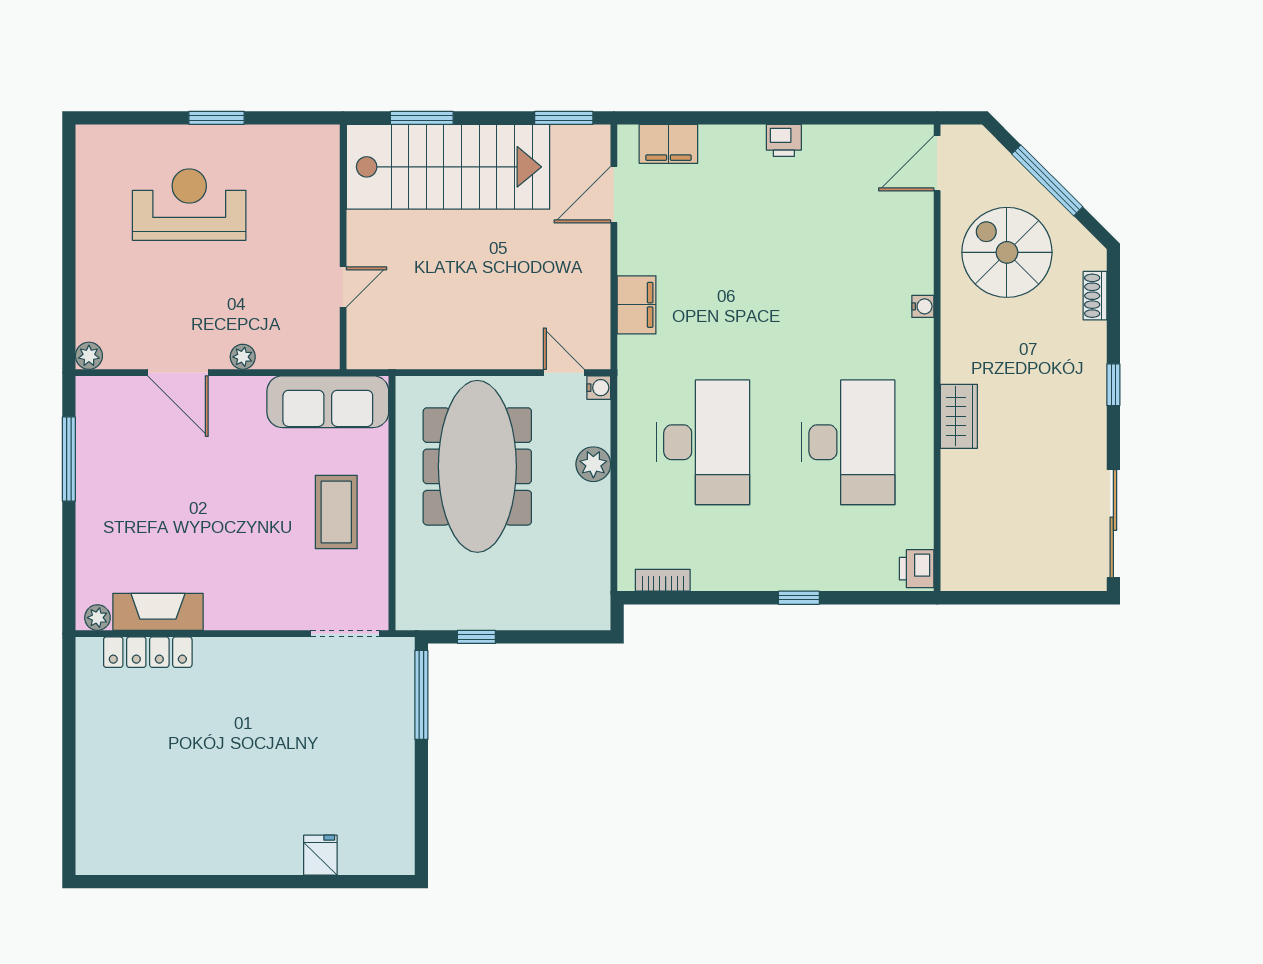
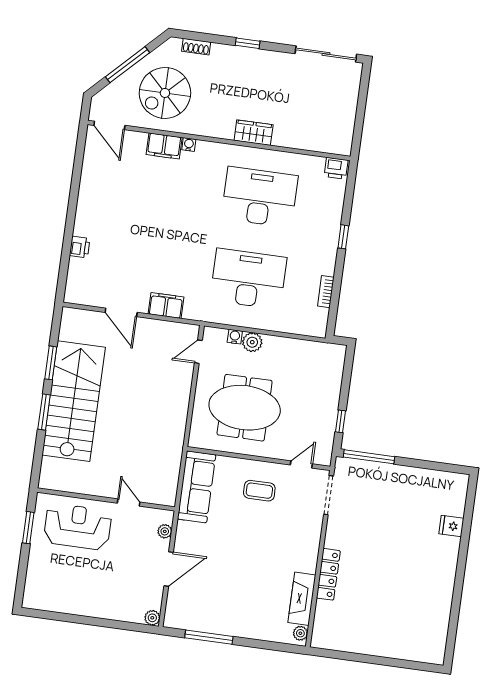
window: (564, 118) -> (51, 363), moved
printer: (784, 140) -> (80, 247), moved
filing cabinet: (668, 144) -> (164, 146), moved, turned 90
door: (614, 195) -> (121, 312), moved
reception desk: (189, 205) -> (78, 527), moved, turned 90
wall: (343, 247) -> (106, 499), moved
door: (343, 287) -> (129, 503), moved
water cooler: (599, 388) -> (235, 337), moved
meeting table: (477, 466) -> (245, 408), width x0.73
coffee table: (336, 512) -> (259, 491), width x0.73, depth x0.77
door: (392, 579) -> (301, 464), added
bookcase: (663, 580) -> (326, 292), moved
locker: (148, 652) -> (328, 574), moved

